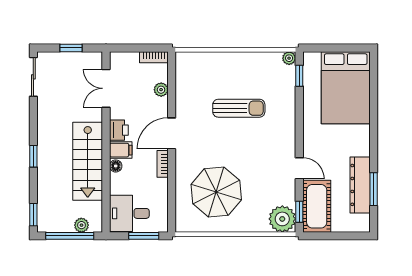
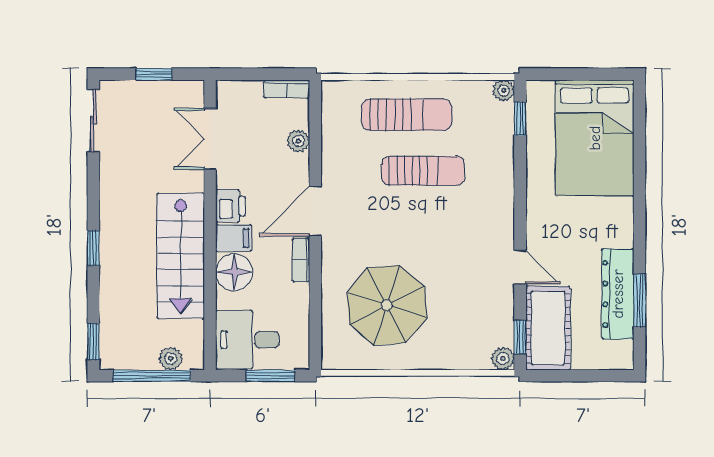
sun lounger: (228, 73) -> (407, 115), added
floor lamp: (116, 166) -> (234, 272), width x1.89, depth x1.89
plant: (282, 219) -> (503, 359), width x0.53, depth x0.53

